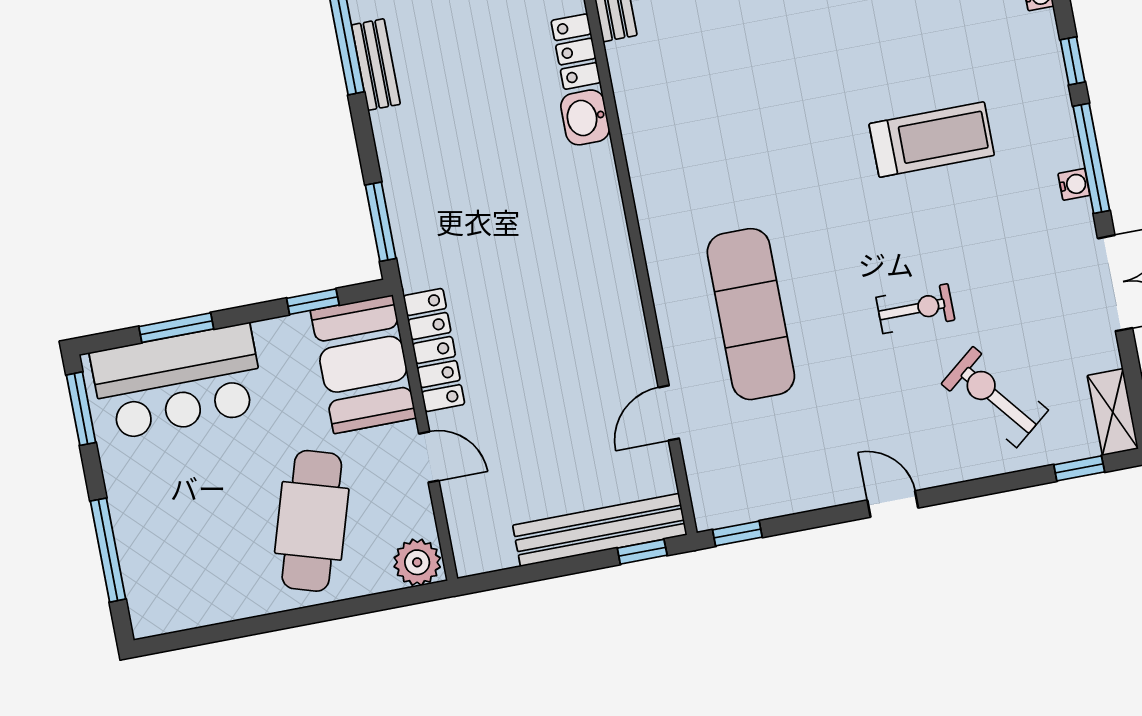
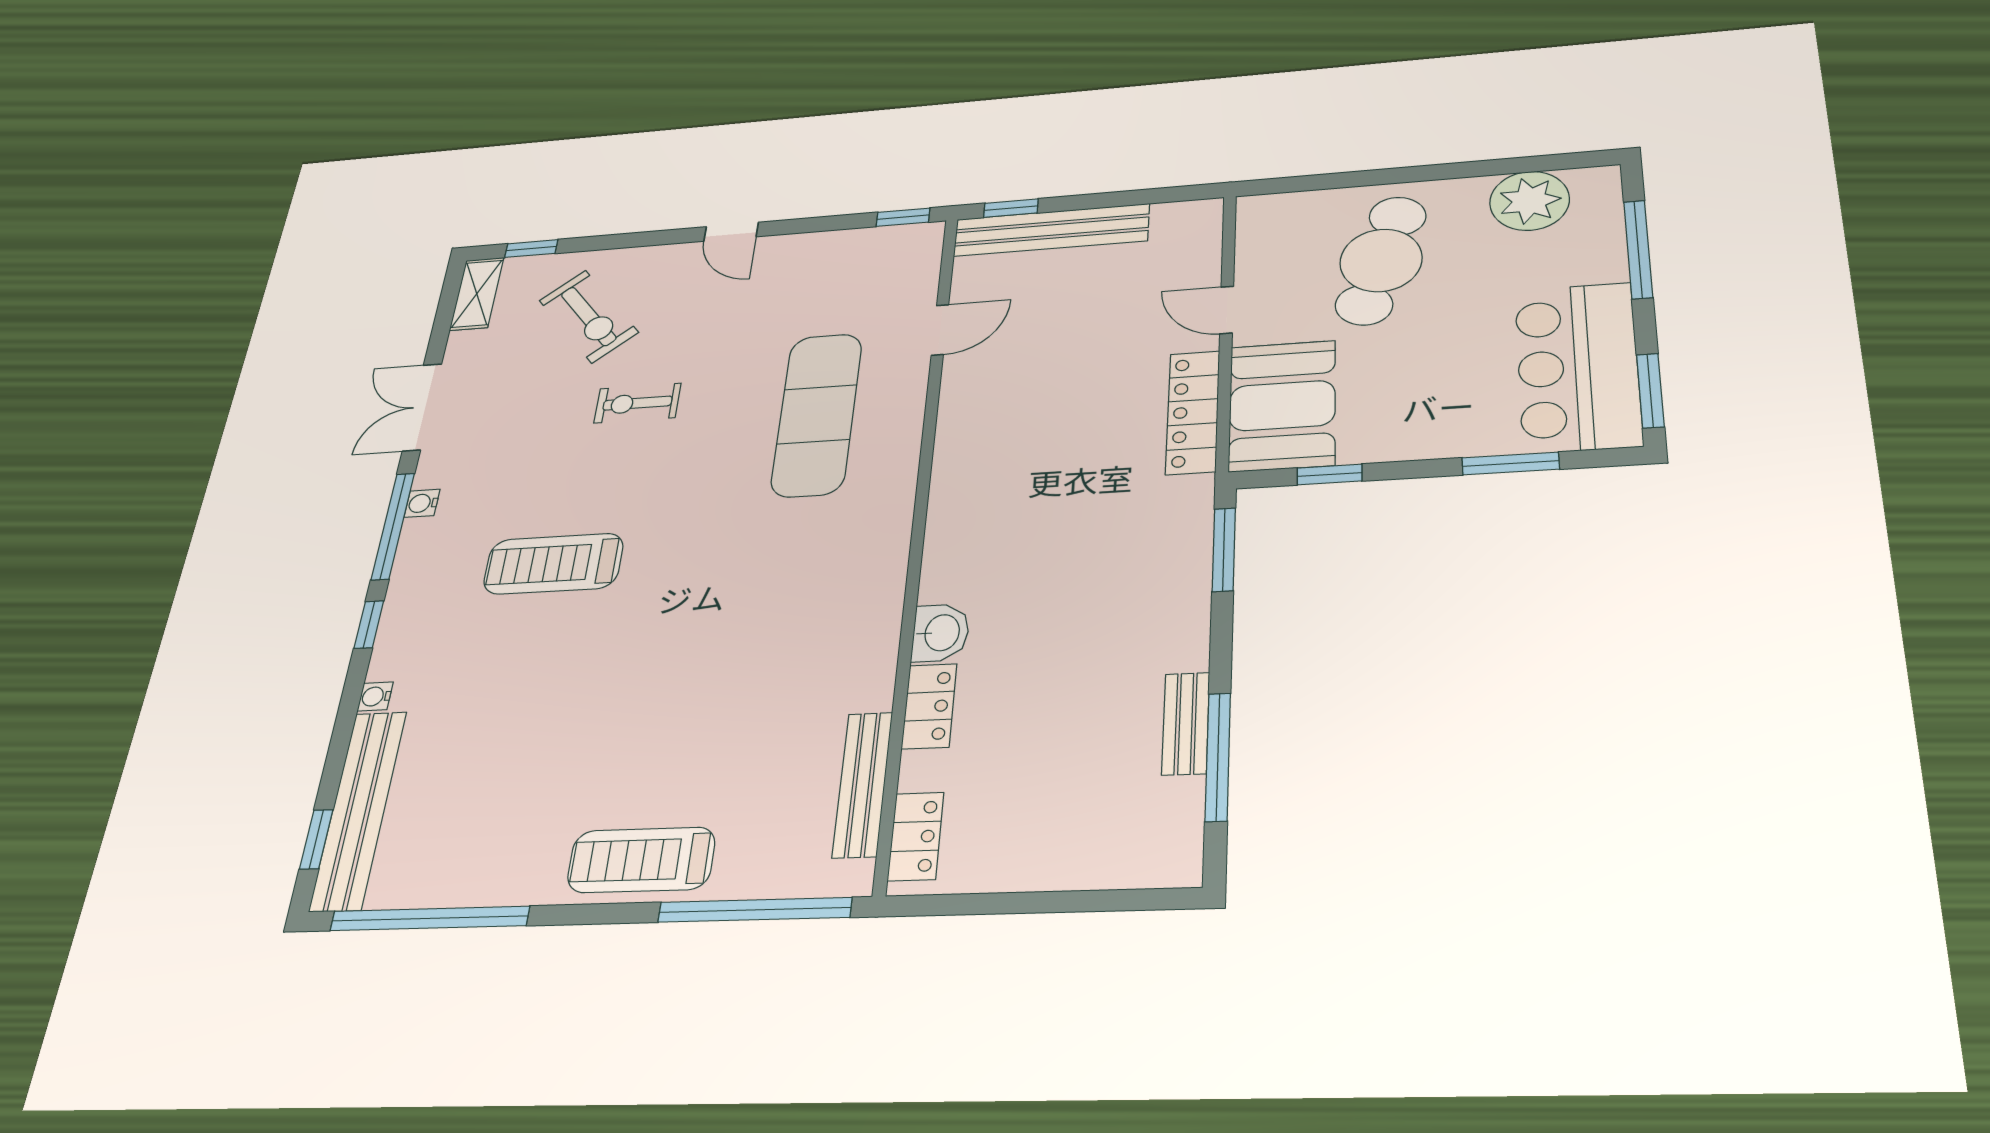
bar counter: (178, 382) -> (1578, 367), moved, turned -90
plant: (417, 562) -> (1530, 201), moved, width x1.36, depth x1.36

